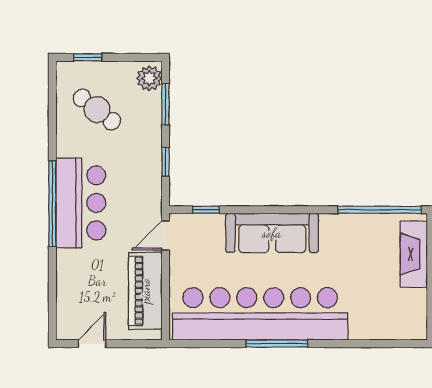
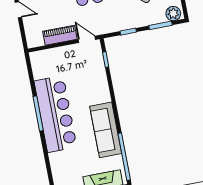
sofa: (272, 233) -> (106, 130), moved
piano: (145, 291) -> (60, 35), width x0.73, depth x0.75
bar counter: (260, 314) -> (55, 114), width x0.73

